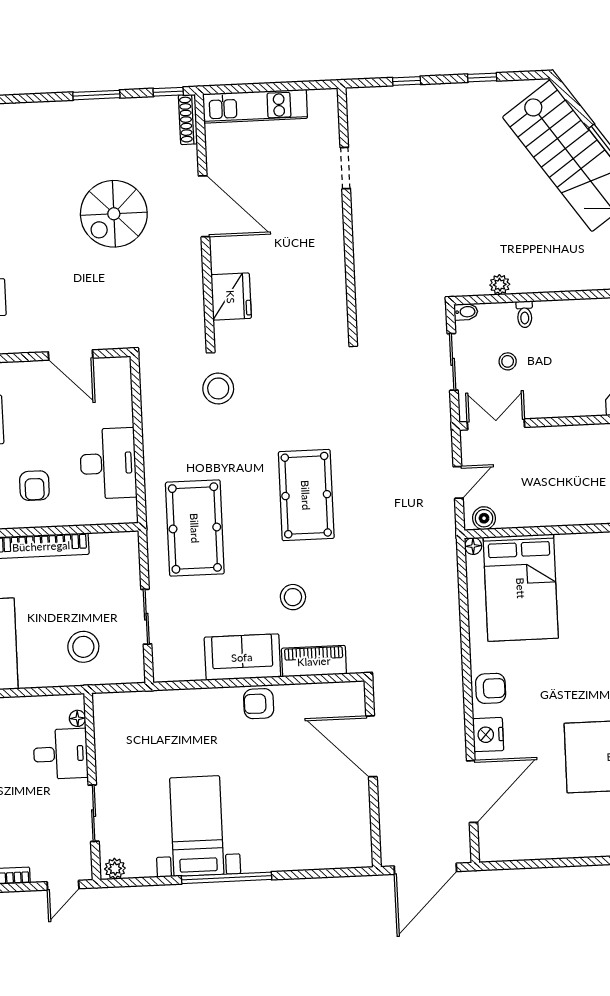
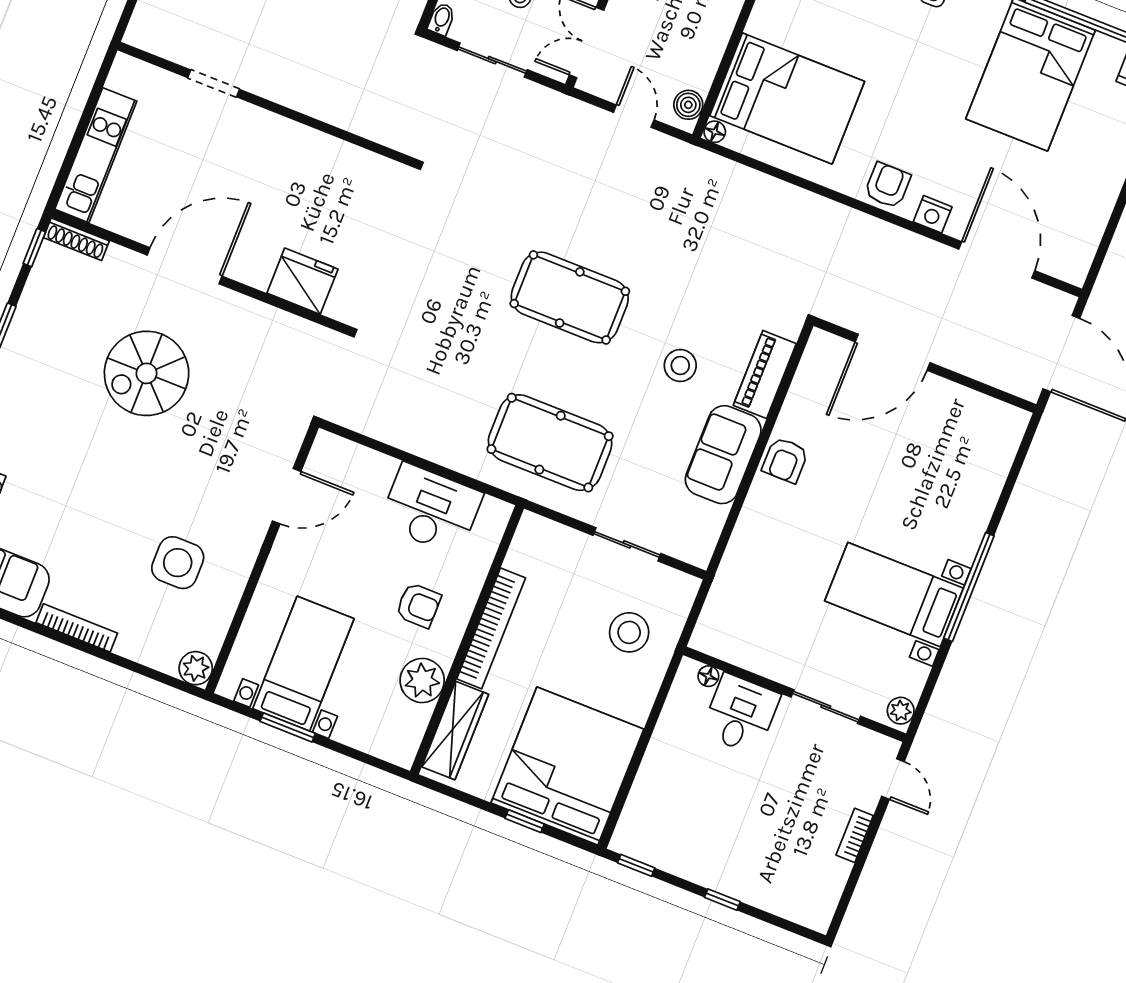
spiral stairs: (114, 214) -> (147, 373), turned 90
stool: (218, 388) -> (402, 344), removed
nightstand: (488, 735) -> (933, 214), width x0.74, depth x0.75

